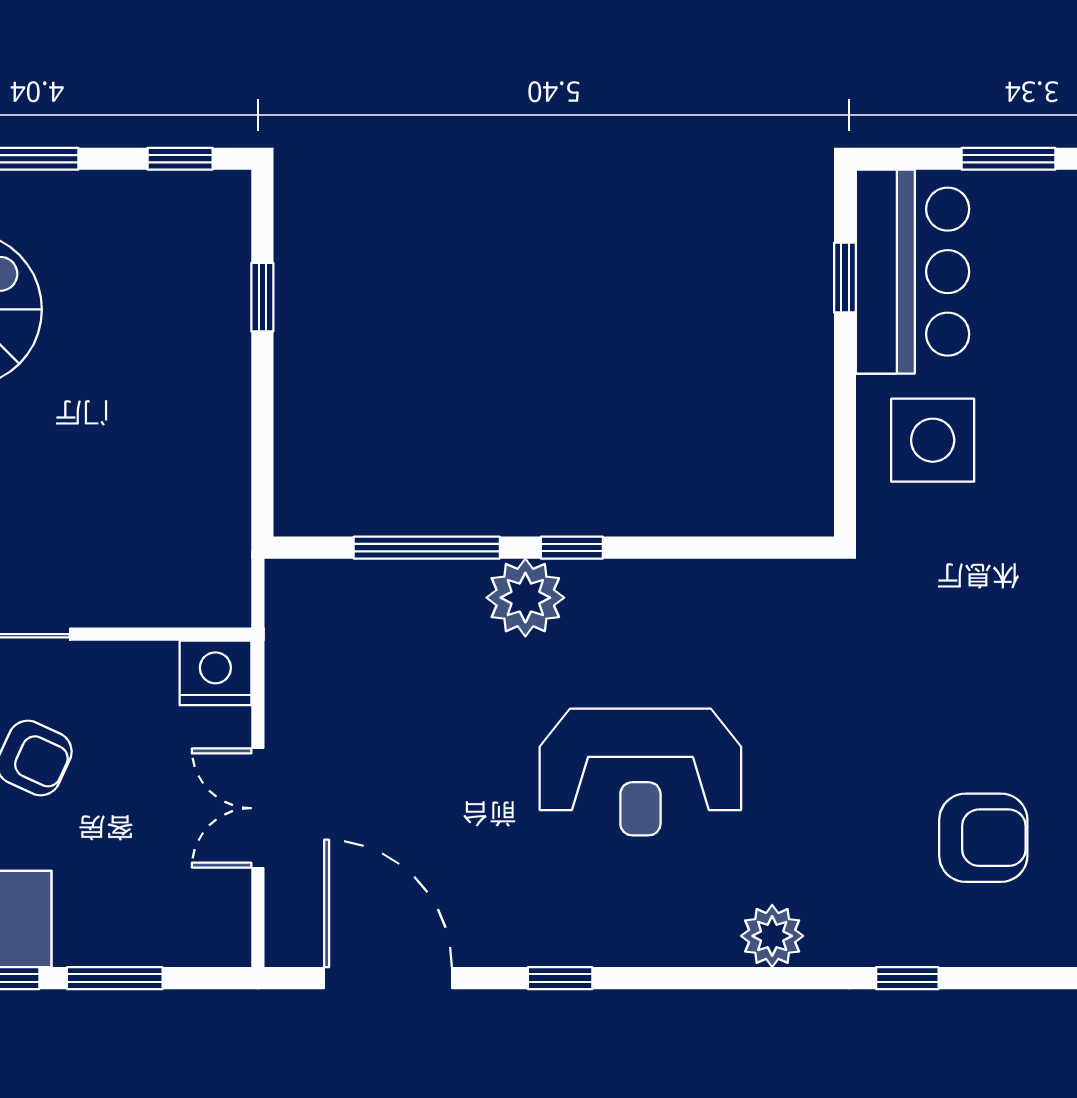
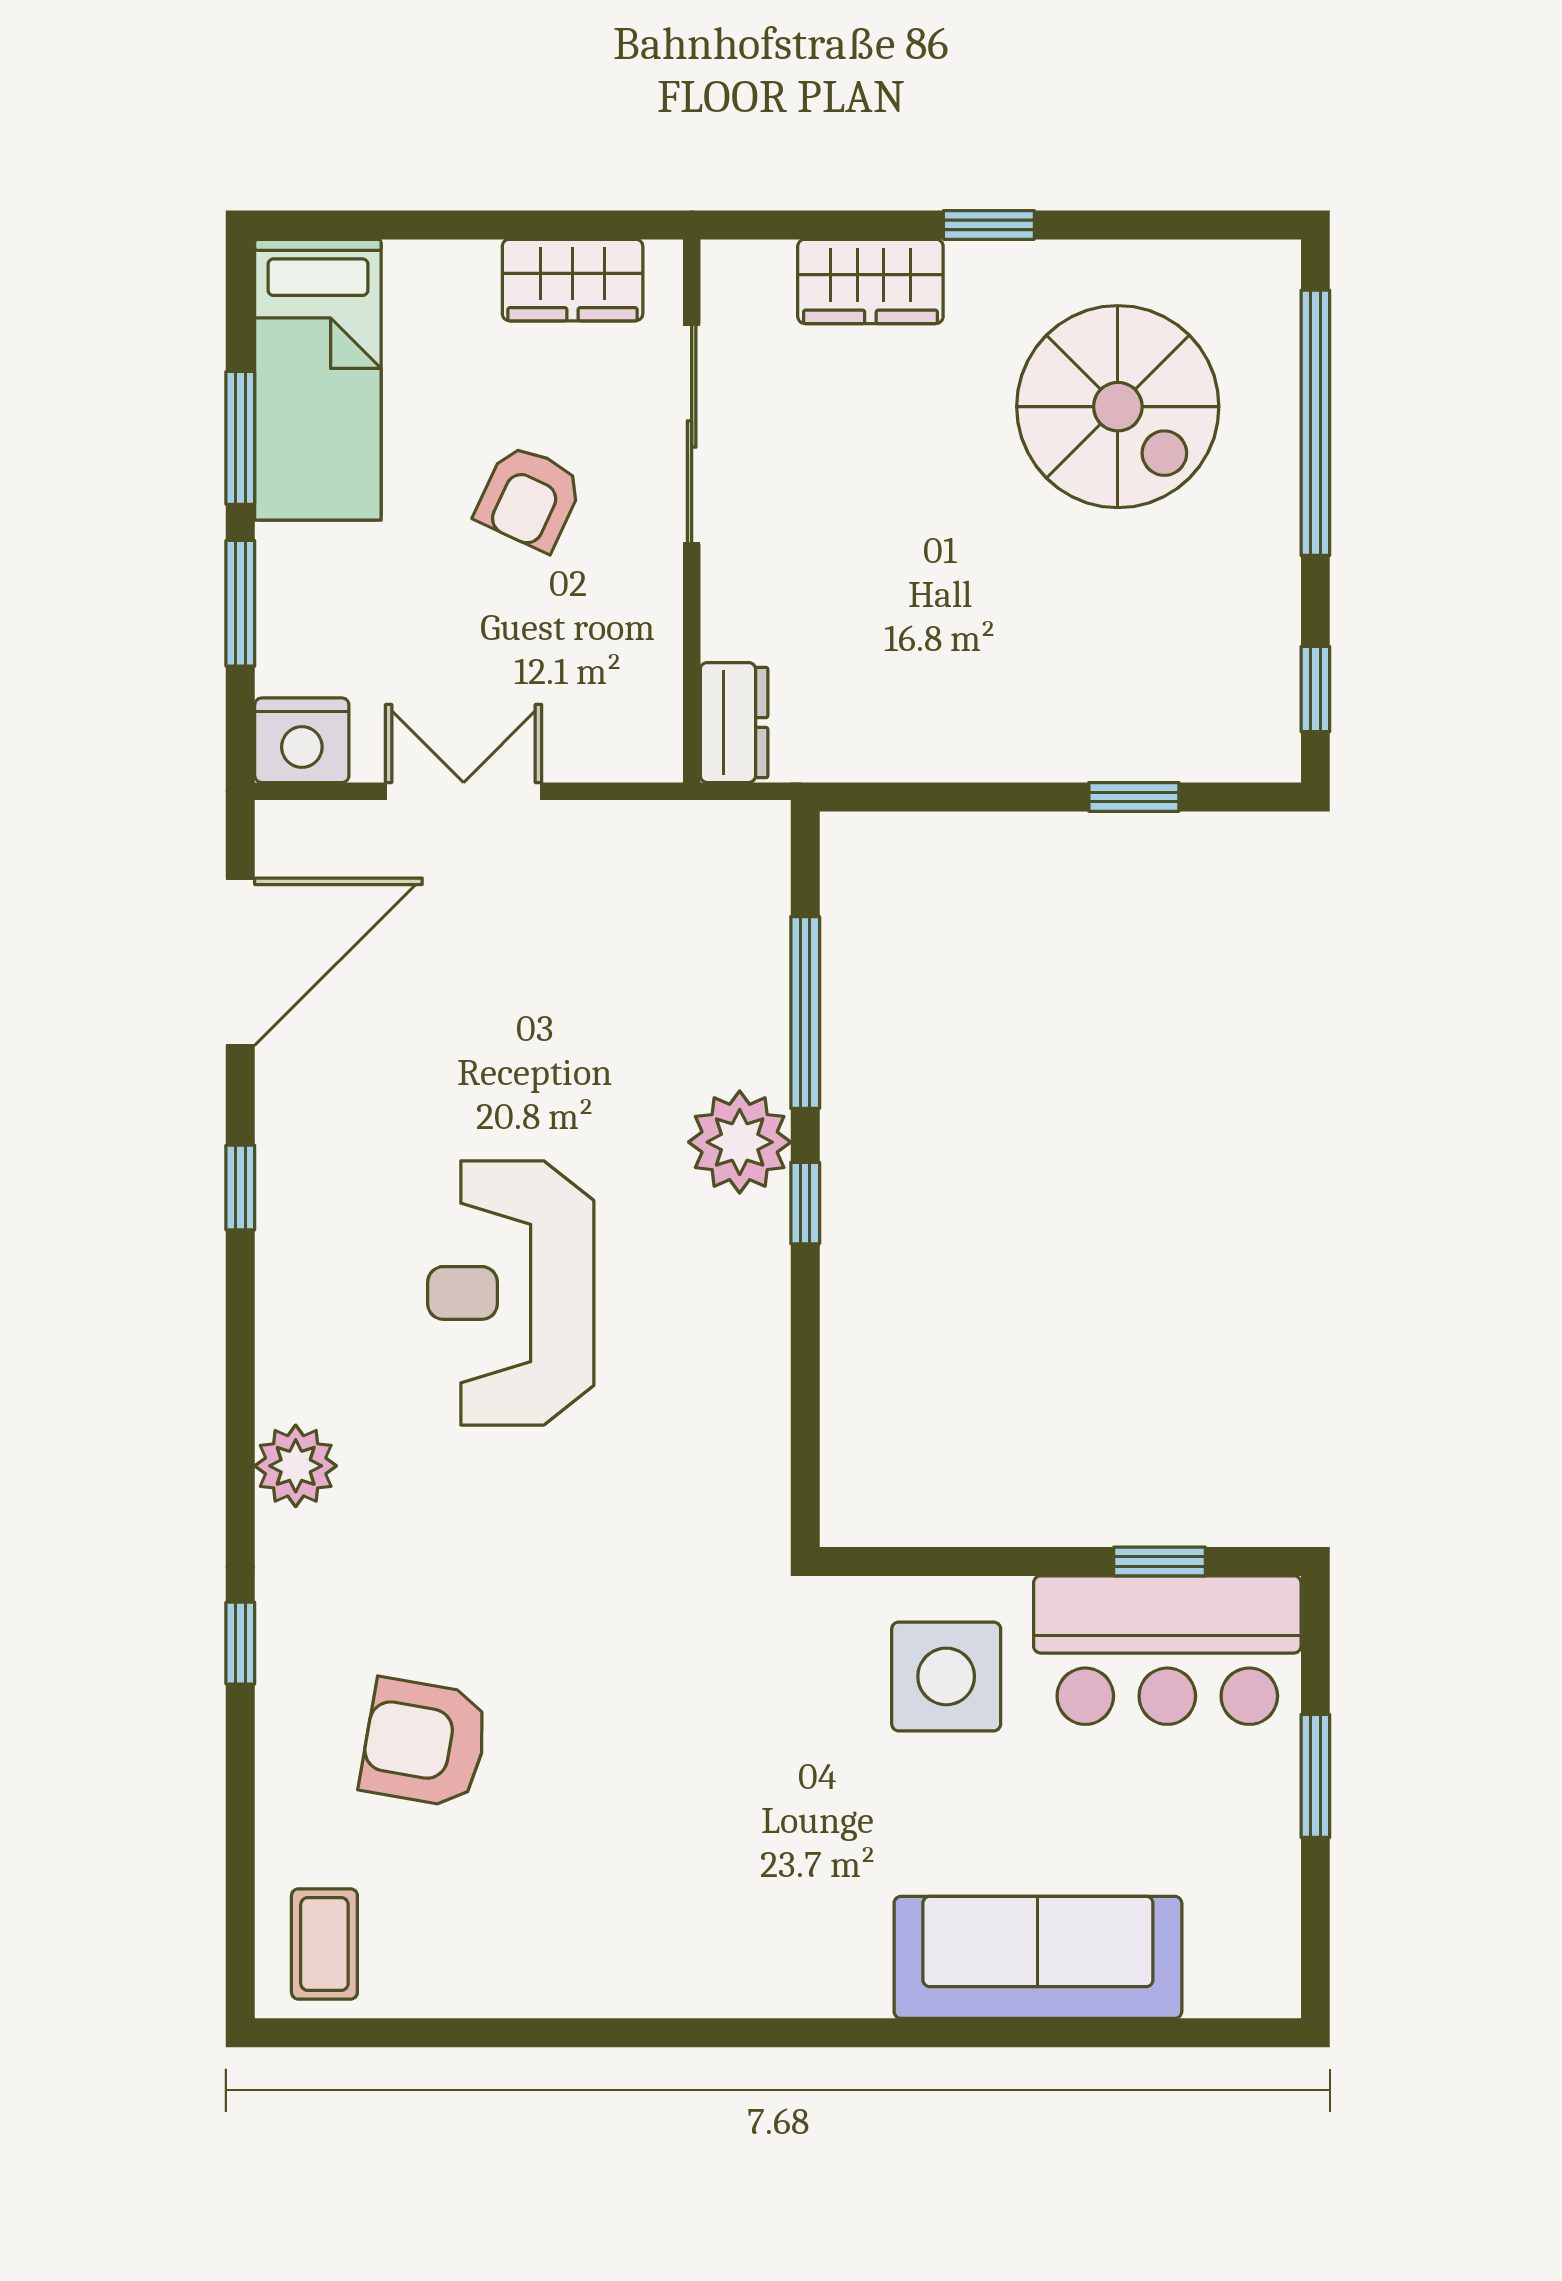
dresser: (206, 602) -> (734, 723), added
nightstand: (215, 673) -> (302, 740), moved, turned 90
armchair: (983, 838) -> (425, 1743), turned 100

